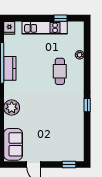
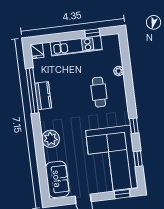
corner sofa: (64, 132) -> (112, 159), added
window: (87, 135) -> (138, 159), added

